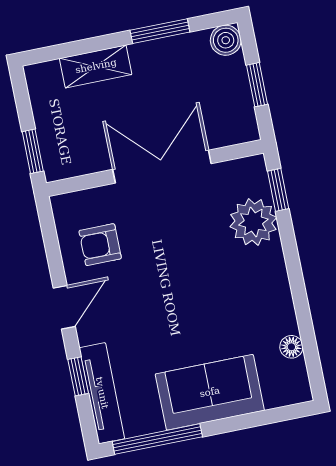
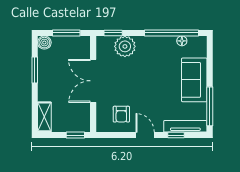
shelving: (96, 66) -> (44, 117), moved
window: (257, 85) -> (66, 33), width x1.50
window: (304, 320) -> (172, 33), added

